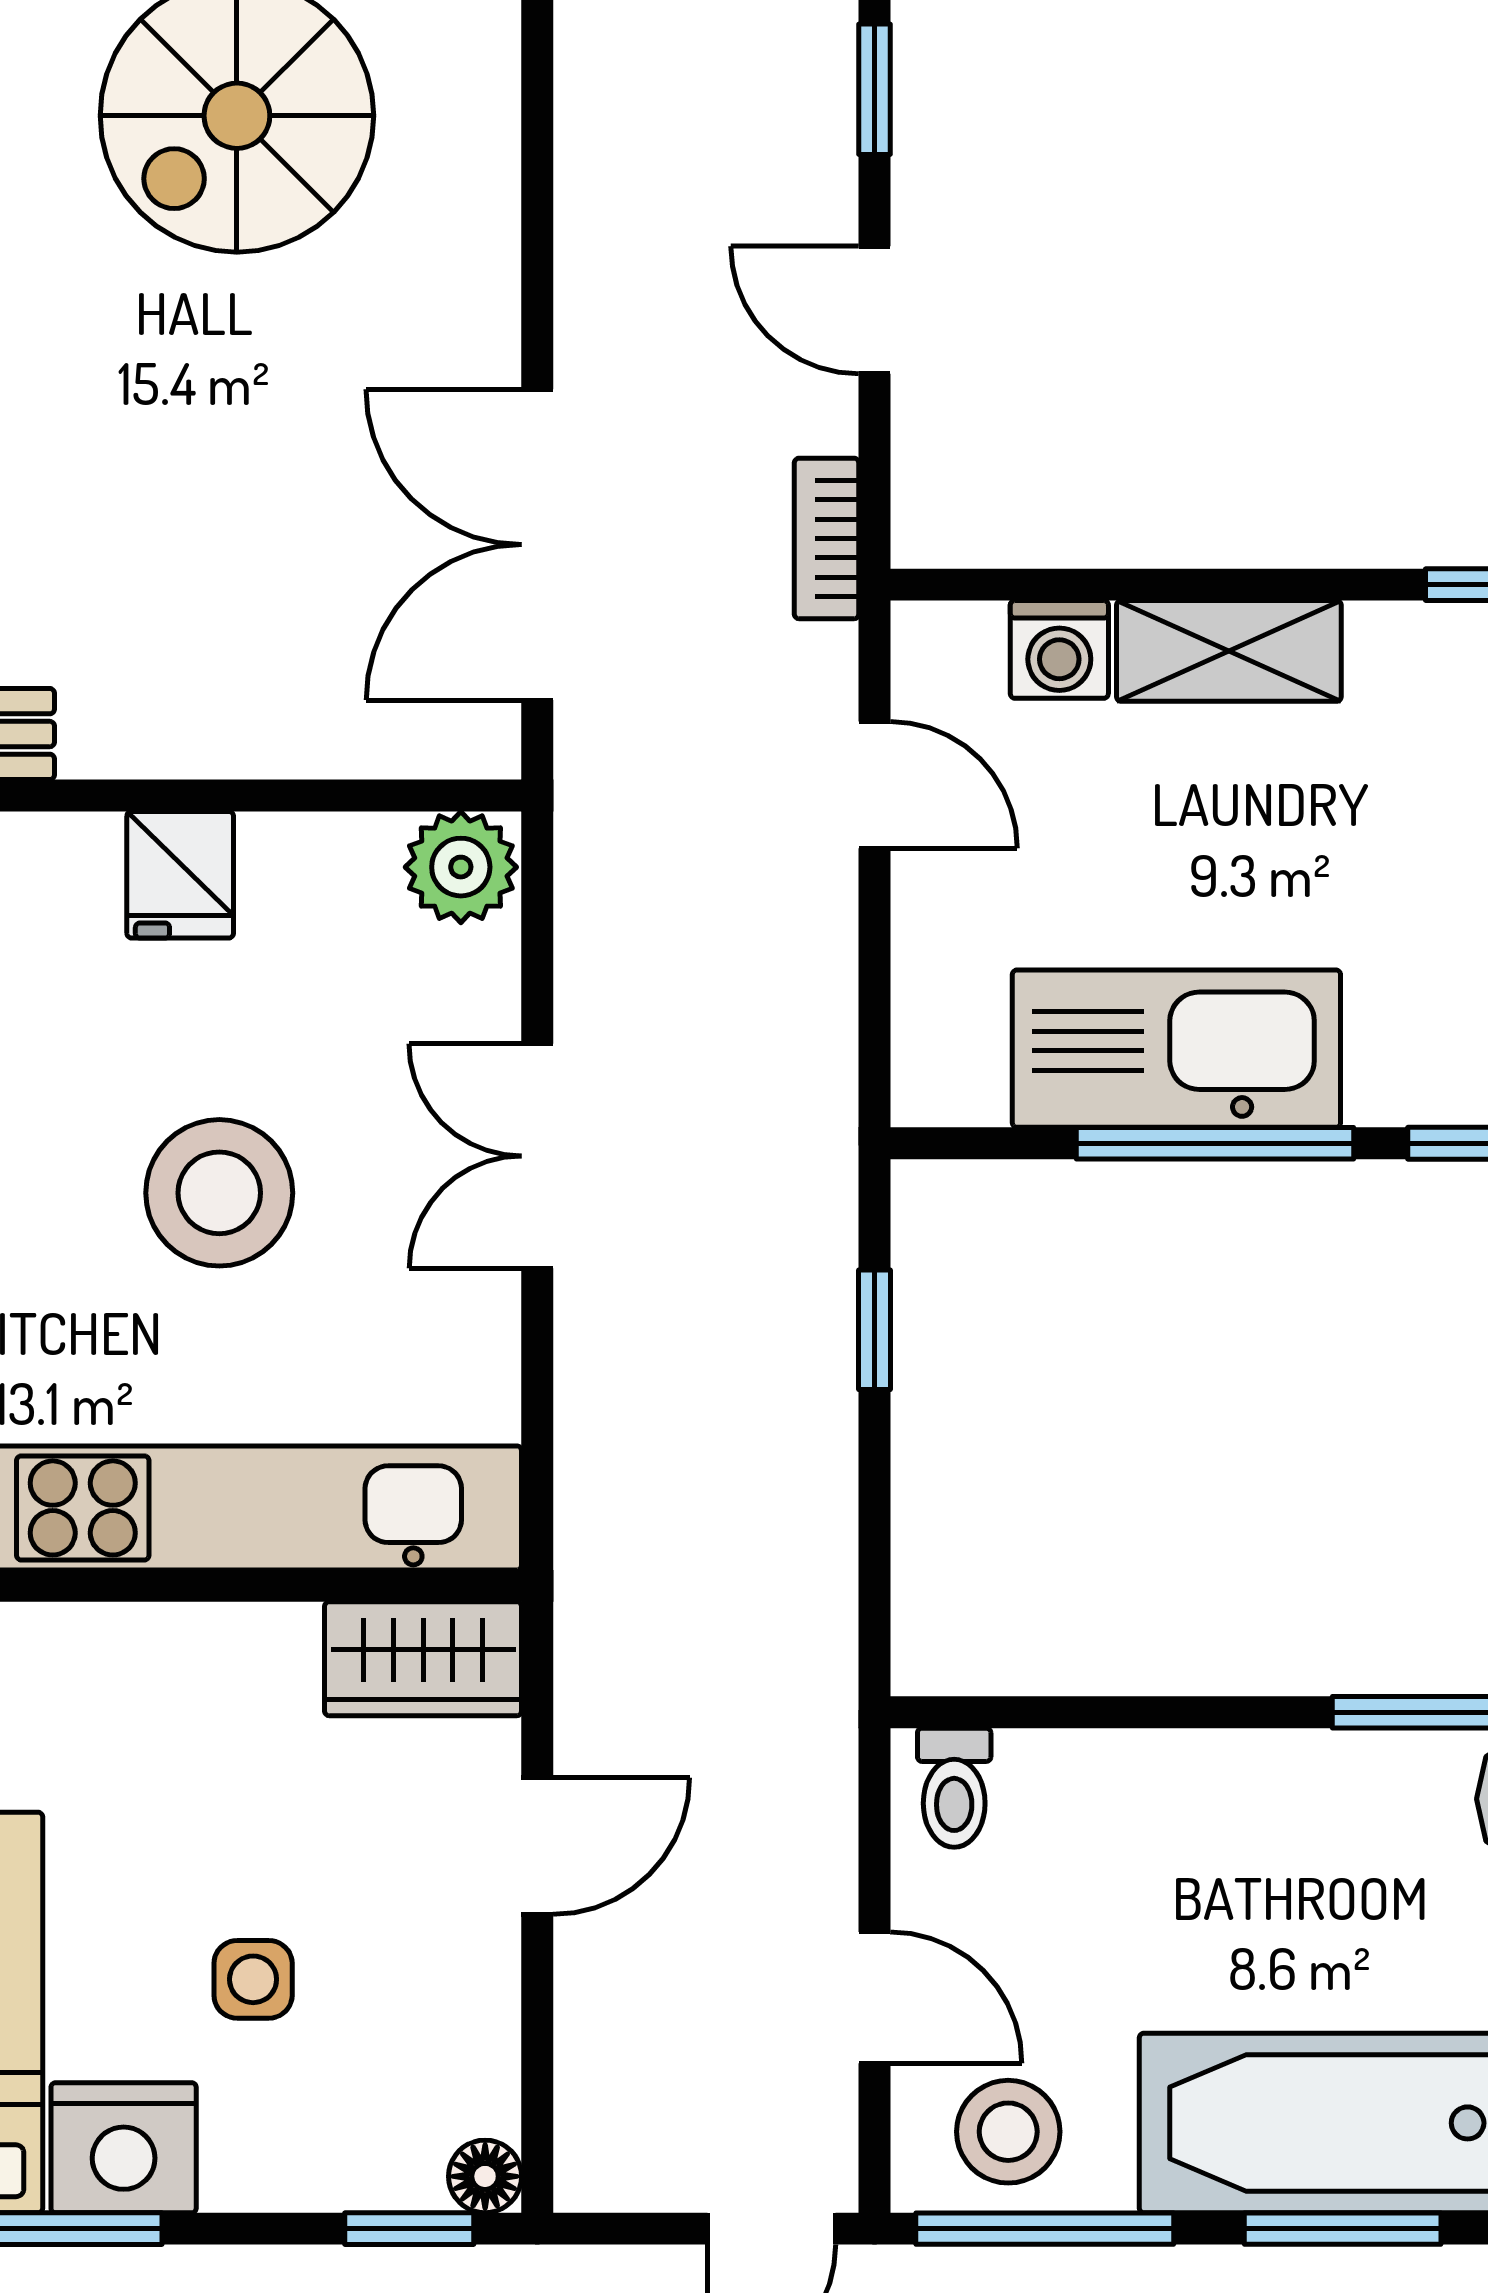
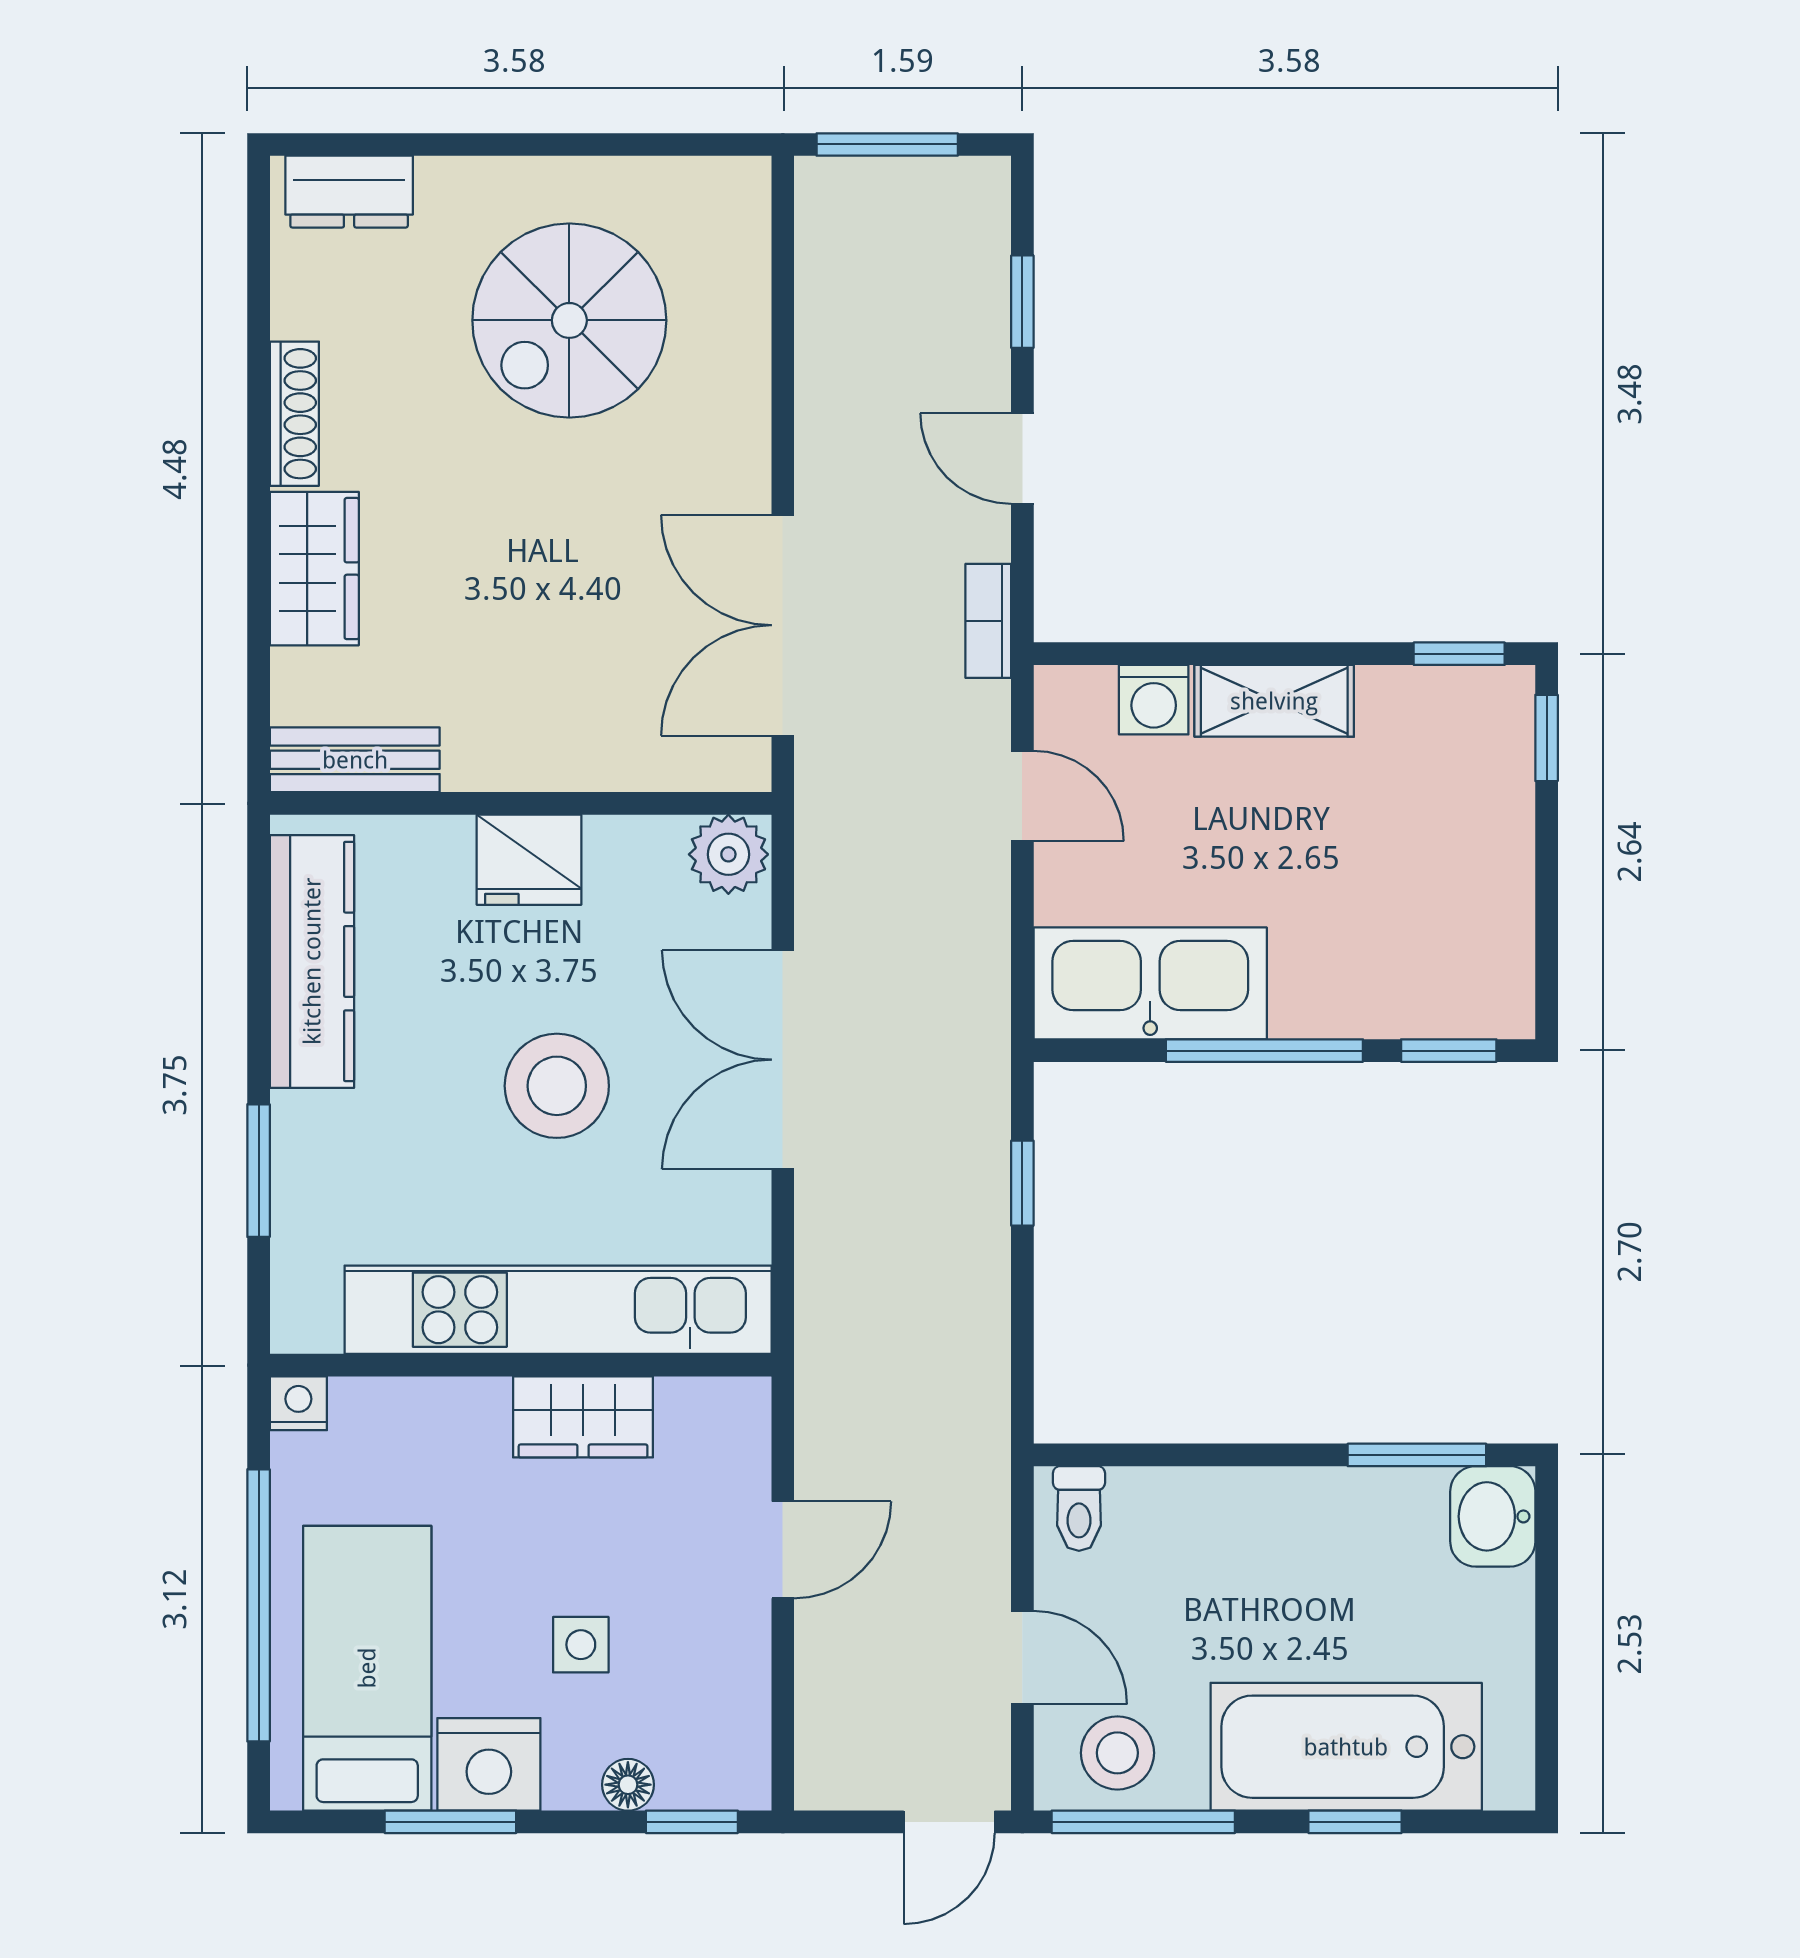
fridge: (180, 875) -> (529, 860), width x1.38
kitchen sink: (1176, 1049) -> (1150, 983), moved
double door: (537, 1156) -> (783, 1060), width x1.37
wardrobe: (423, 1659) -> (583, 1417), moved
floor lamp: (485, 2176) -> (628, 1785), moved
window: (1343, 2229) -> (1355, 1822), width x0.67

